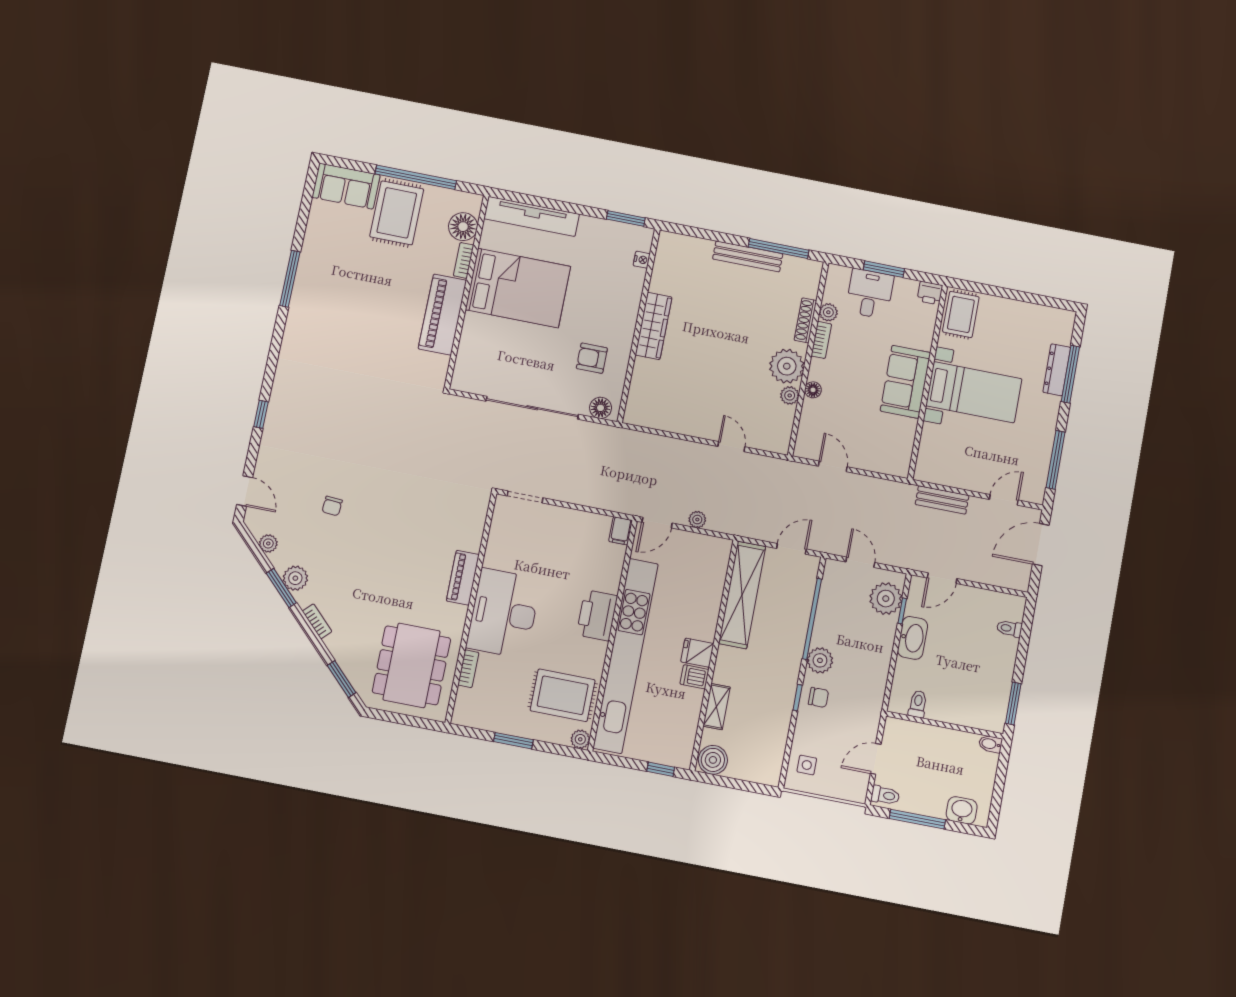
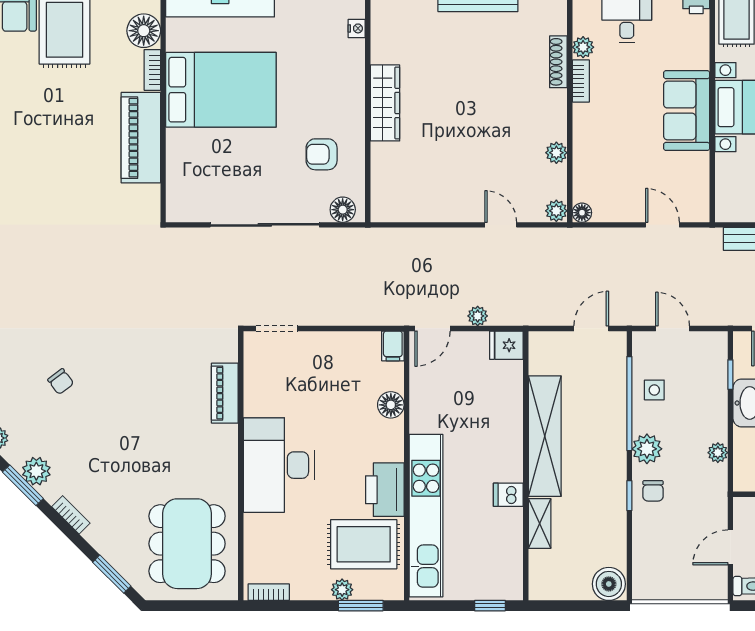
plant: (787, 366) -> (556, 211), moved, width x0.53, depth x0.53
floor lamp: (813, 390) -> (582, 213), moved
door: (833, 466) -> (662, 225), moved
chair: (332, 506) -> (61, 382), turned -41
piano: (463, 578) -> (225, 393), moved
floor lamp: (609, 581) -> (391, 405), added
shelving: (742, 595) -> (545, 436), moved
plant: (886, 599) -> (718, 453), moved, width x0.53, depth x0.53
printer: (597, 615) -> (385, 490), moved
fridge: (697, 653) -> (506, 345), moved
kitchen unit: (626, 656) -> (426, 516), width x0.73
bookcase: (468, 669) -> (269, 592), moved, turned -90
chair: (818, 697) -> (653, 491), turned 90
plant: (580, 739) -> (342, 590), moved
window: (513, 741) -> (361, 606), moved
boiler: (713, 760) -> (609, 584), moved
side table: (807, 765) -> (654, 390), moved

